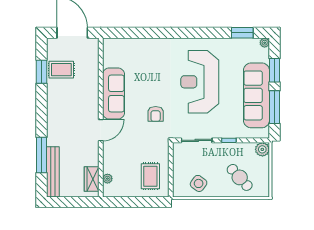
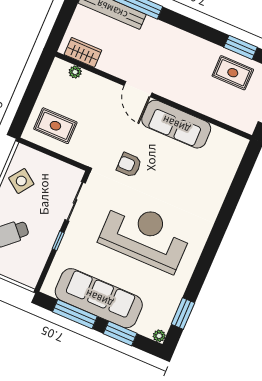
rug: (61, 70) -> (233, 73), turned 90
plant: (262, 149) -> (30, 277), removed

